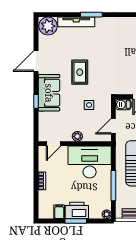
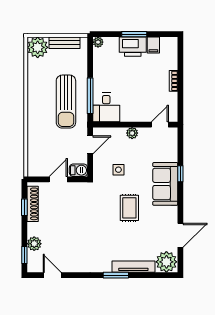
door: (36, 61) -> (180, 235), moved
desk: (90, 162) -> (106, 107), width x0.53, depth x0.77
window: (113, 186) -> (90, 96), moved

